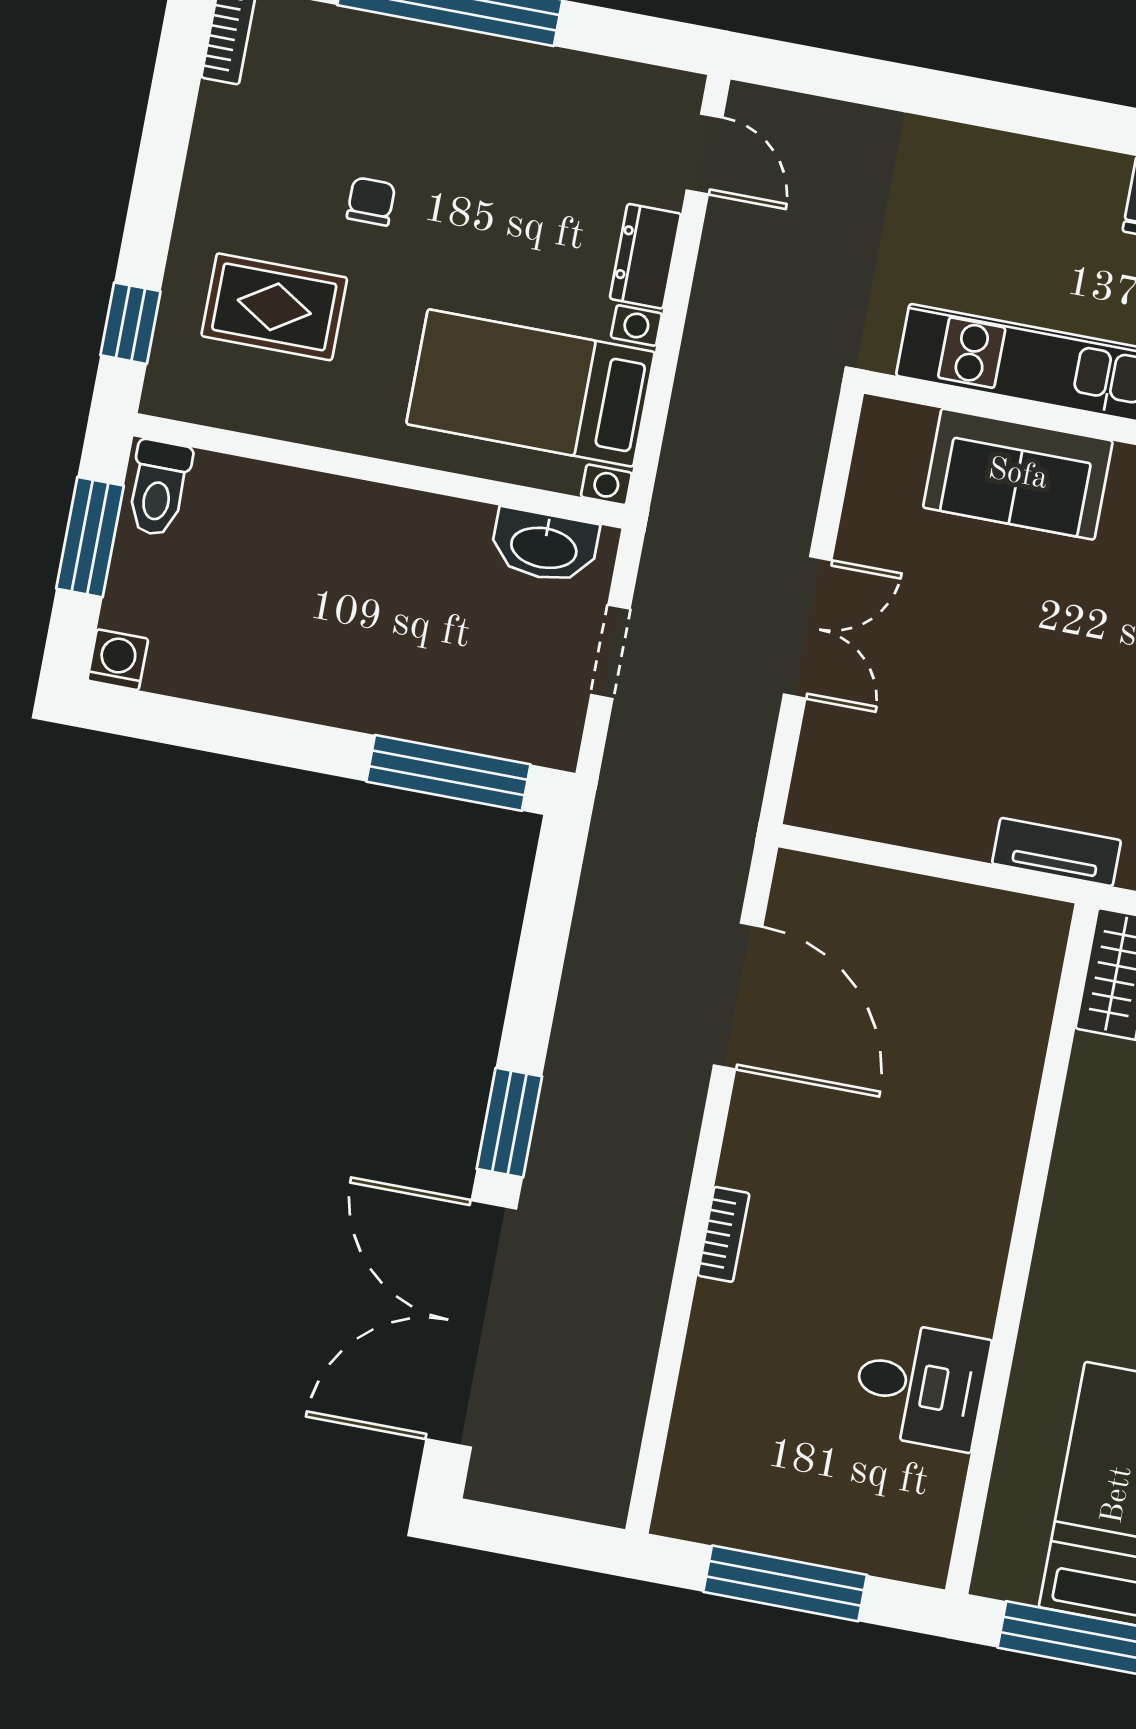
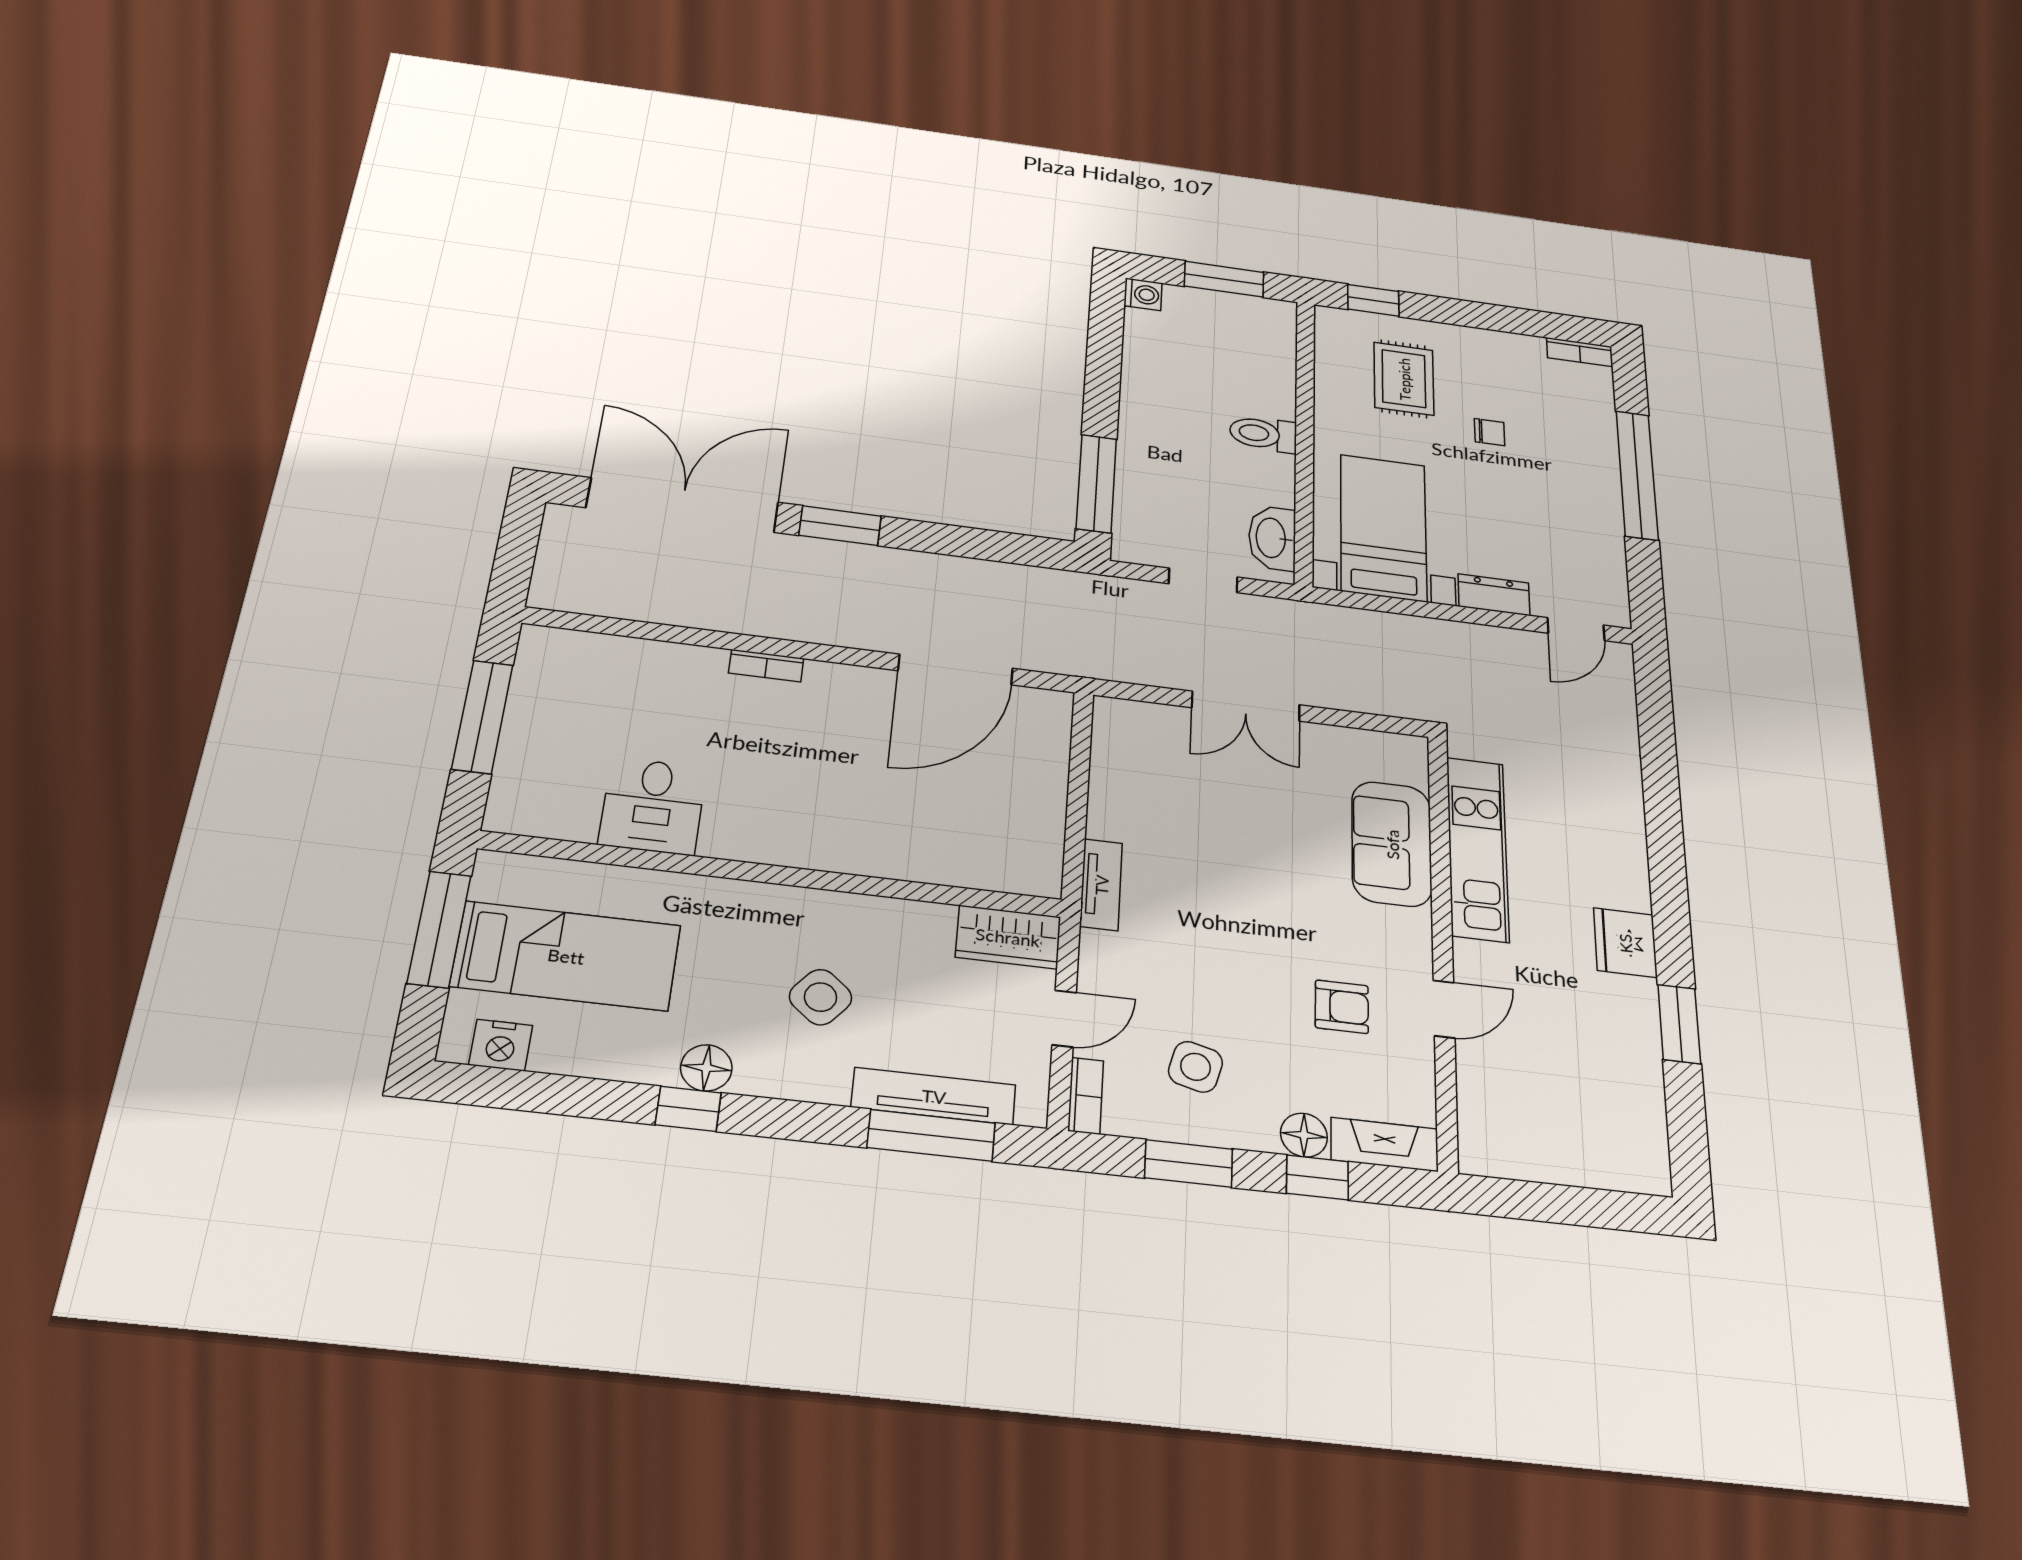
toilet: (159, 488) -> (1263, 434), moved

